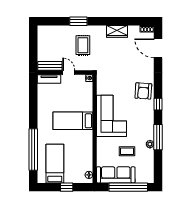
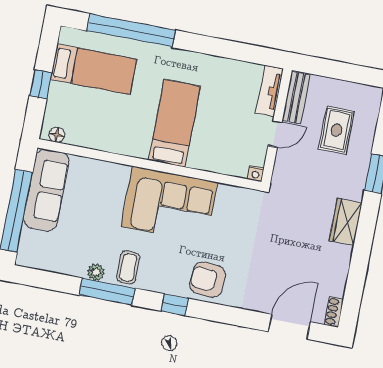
wardrobe: (117, 31) -> (346, 222), moved
rug: (83, 45) -> (336, 130), moved, turned 90
coffee table: (127, 151) -> (128, 267), moved

